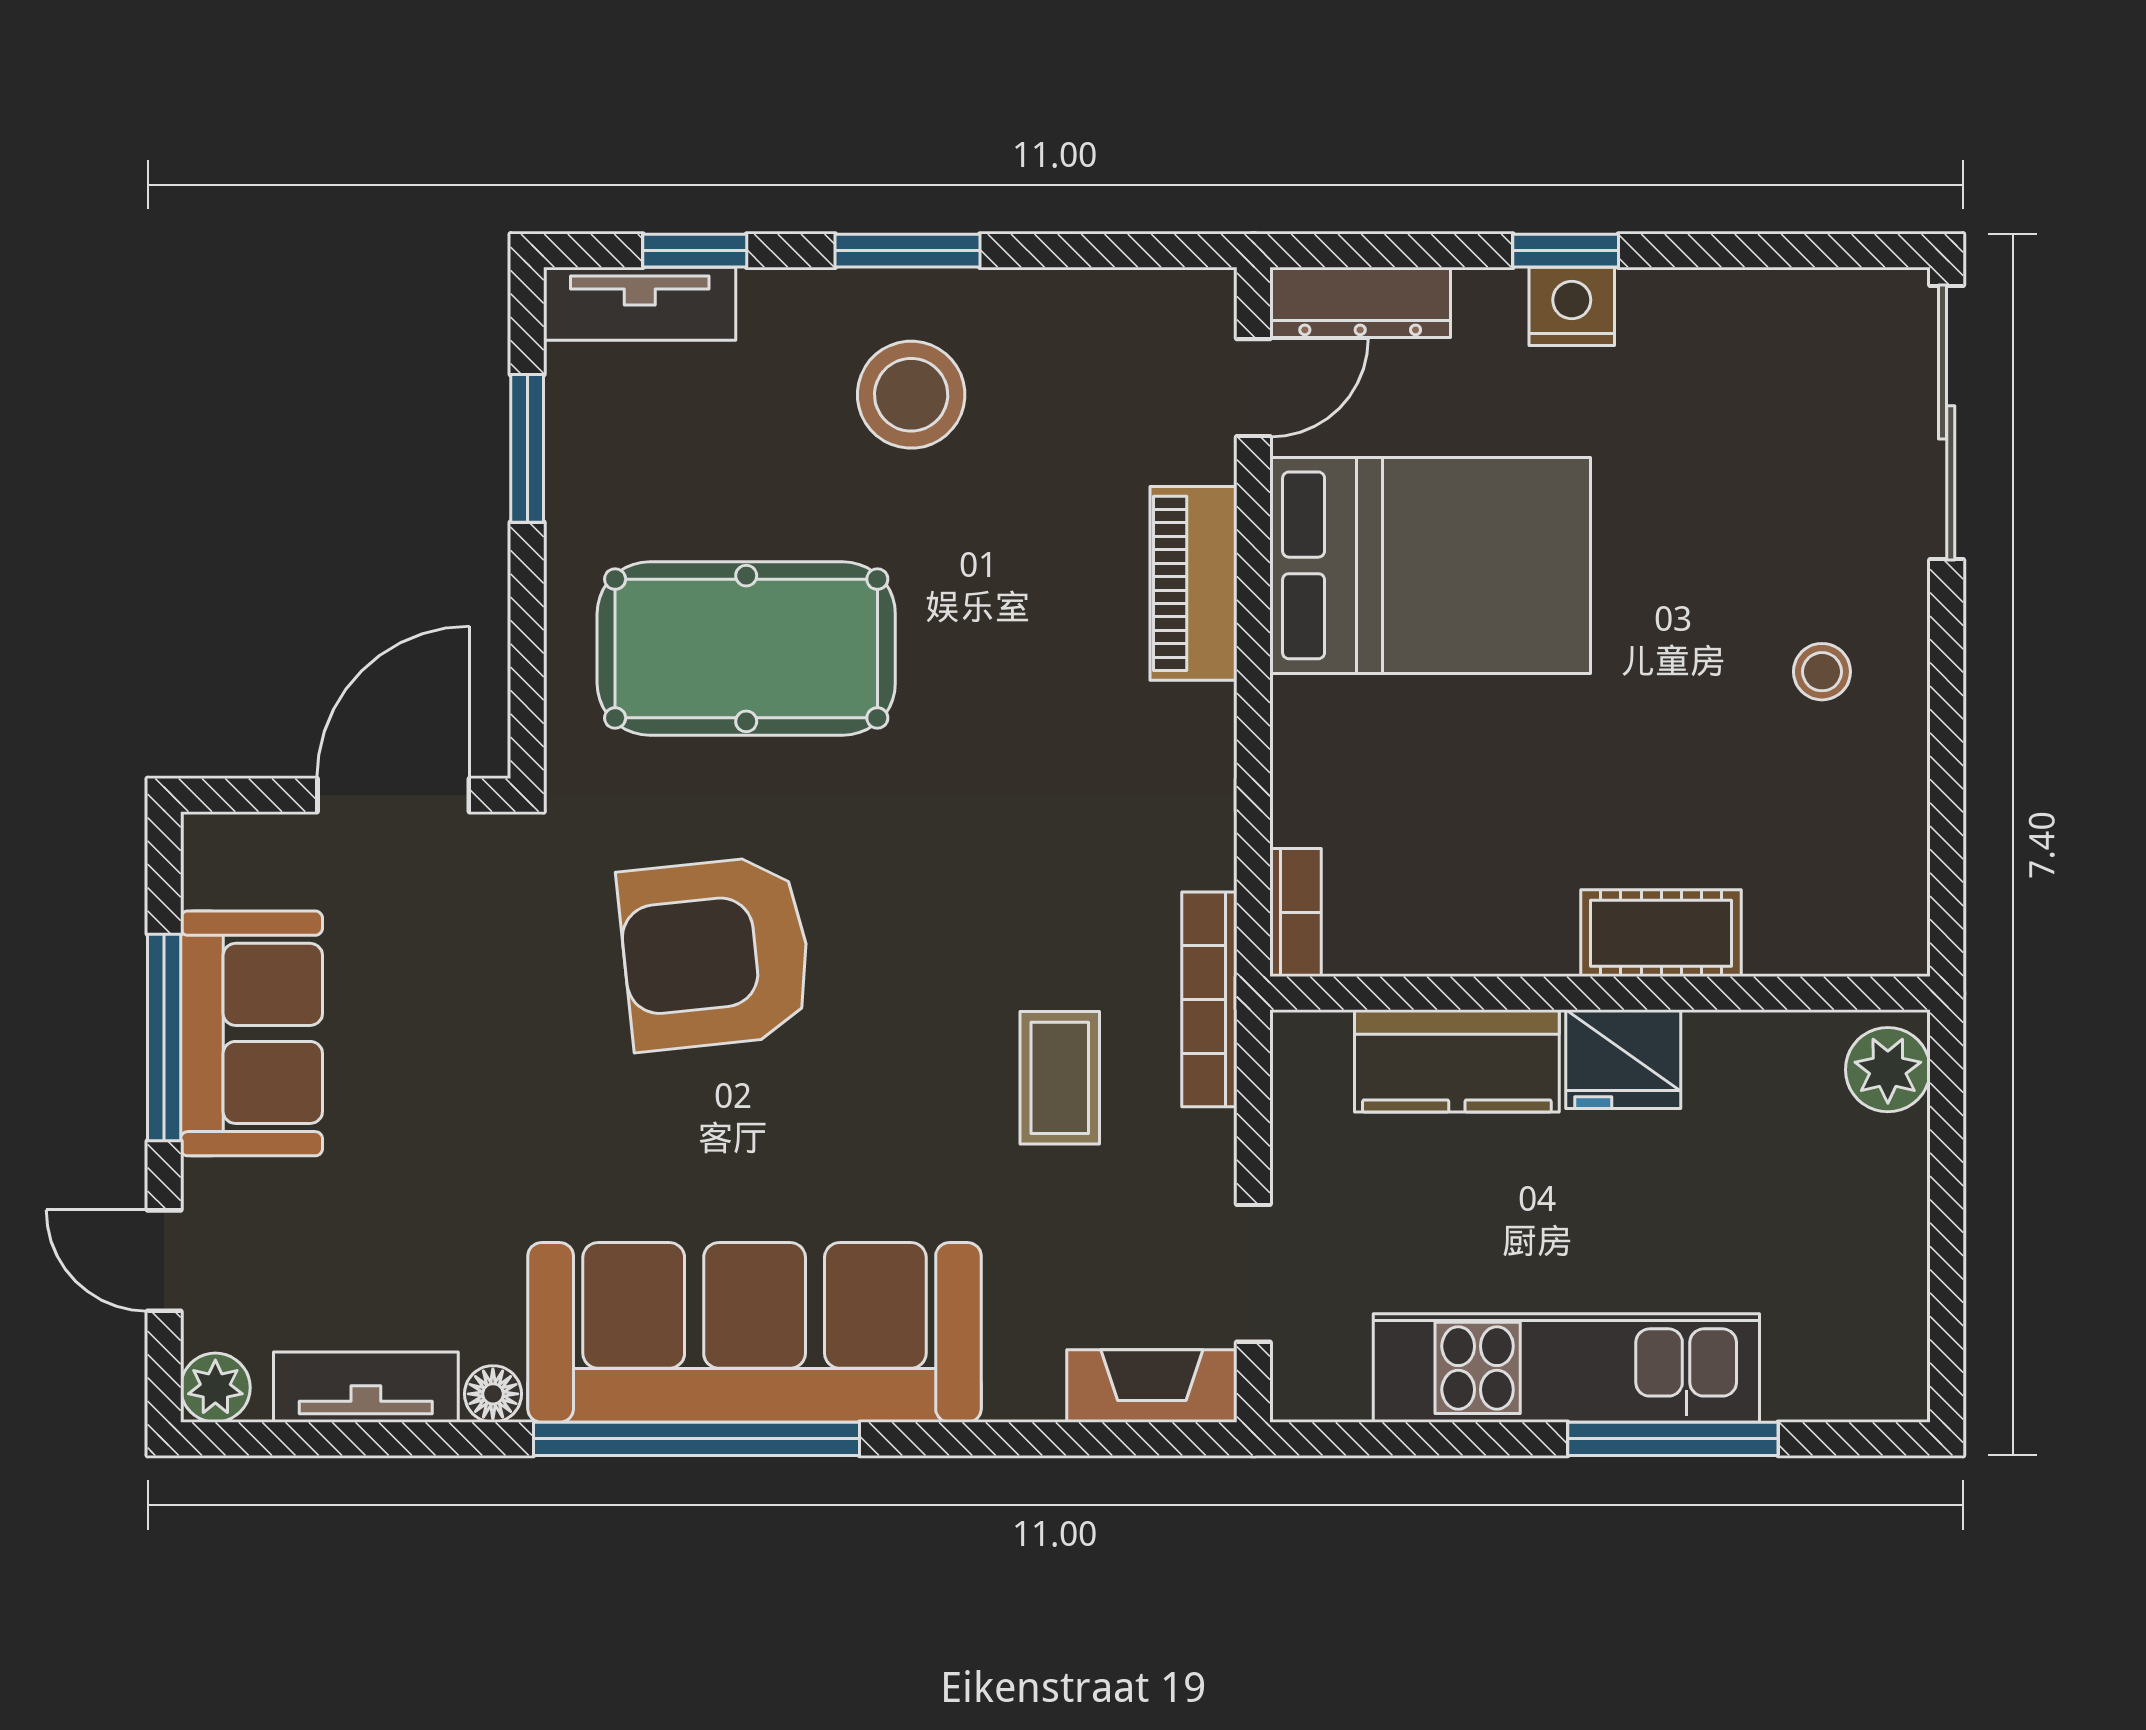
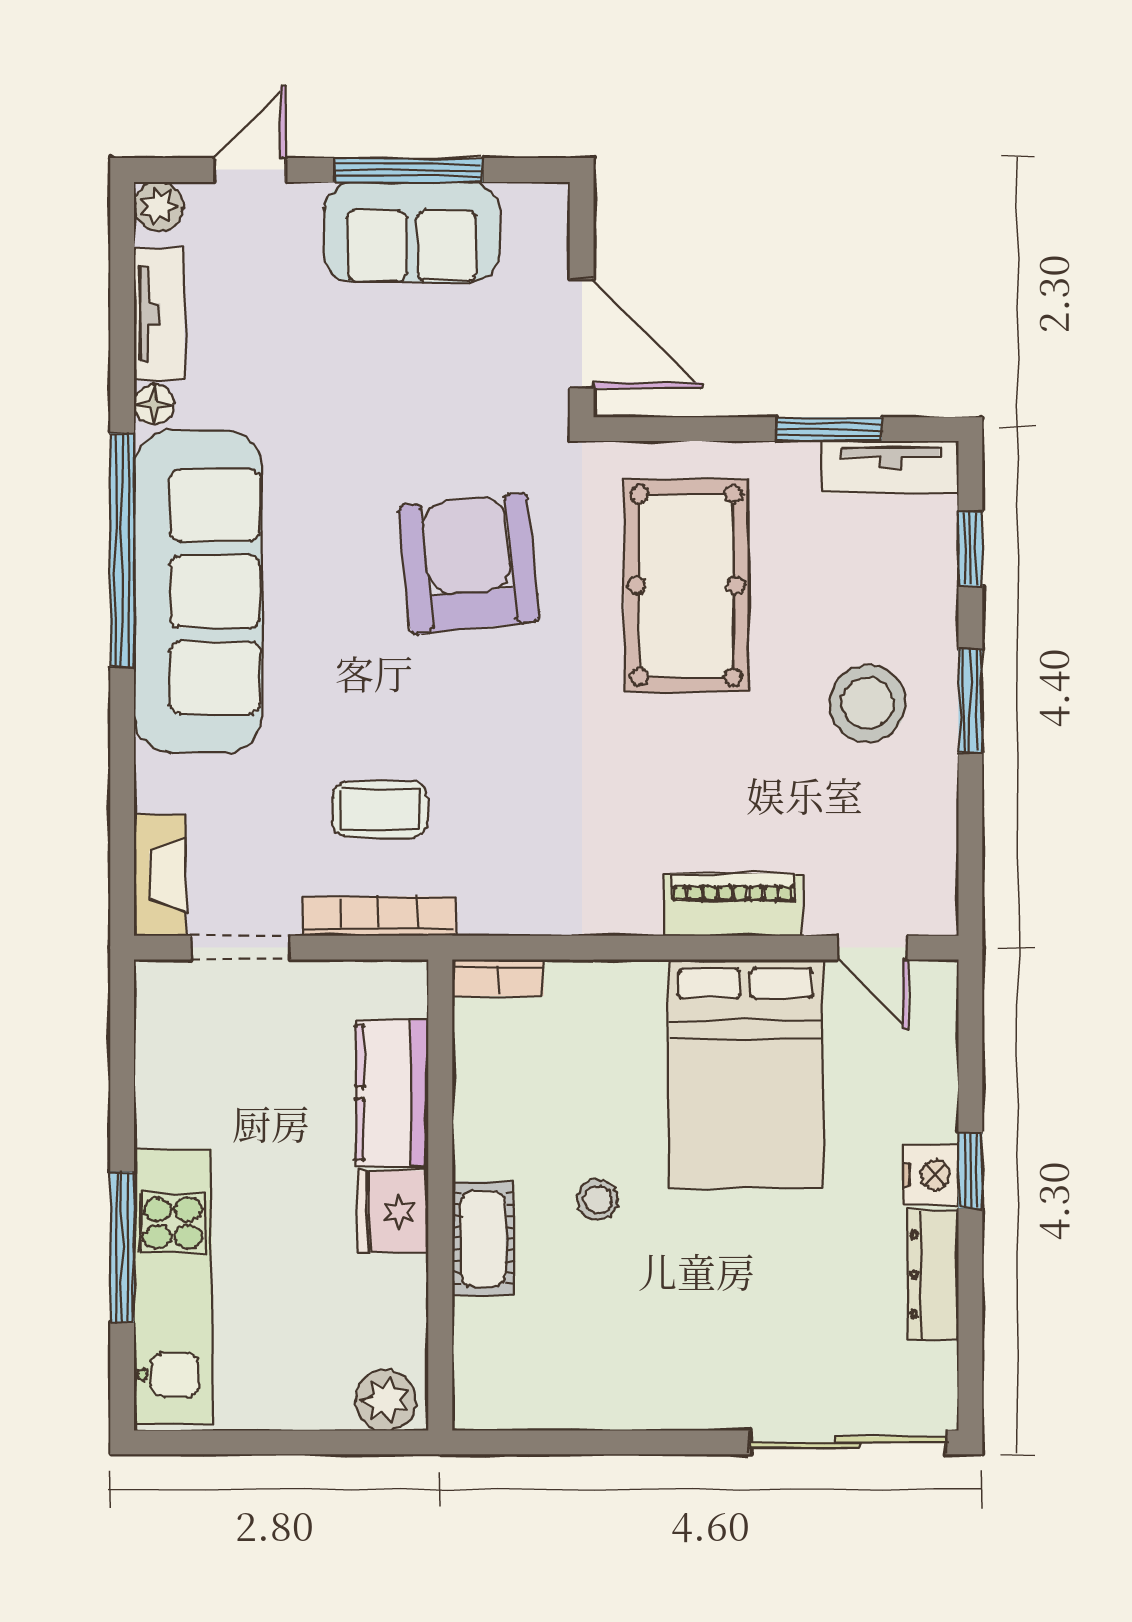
dresser: (1360, 302) -> (933, 1274), moved
tv unit: (640, 304) -> (890, 467), moved, turned -90
stool: (1822, 672) -> (598, 1199), moved
bookcase: (1209, 999) -> (379, 916), moved
kitchen unit: (1566, 1368) -> (173, 1287), moved

